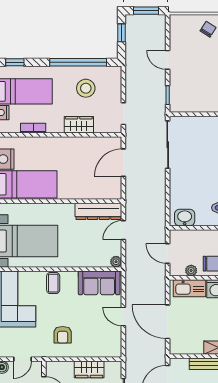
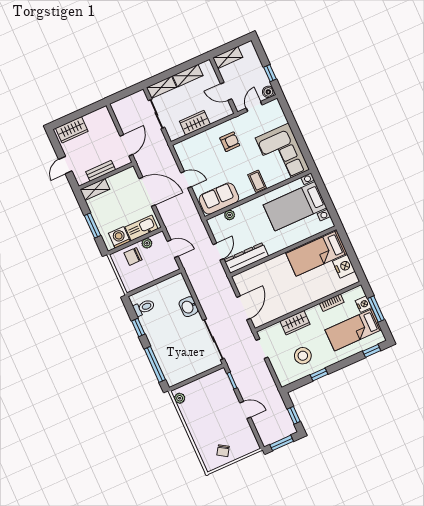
window: (78, 62) -> (319, 375), width x0.32
washbasin: (185, 218) -> (189, 307), moved, turned 90
plant: (116, 262) -> (230, 215), moved
armchair: (63, 335) -> (230, 142), turned 90

